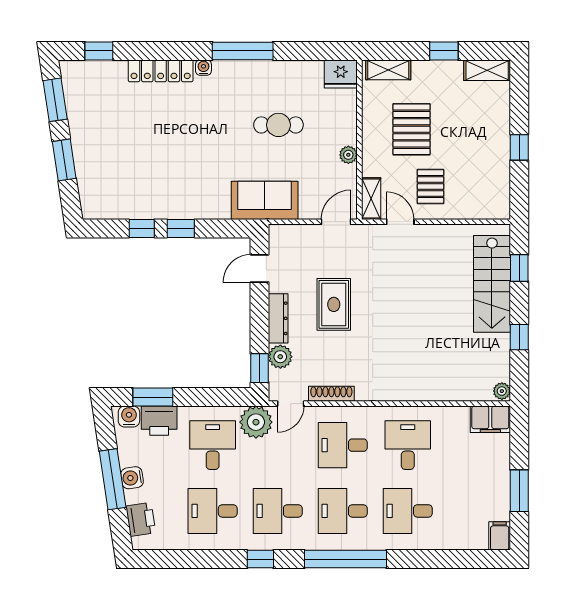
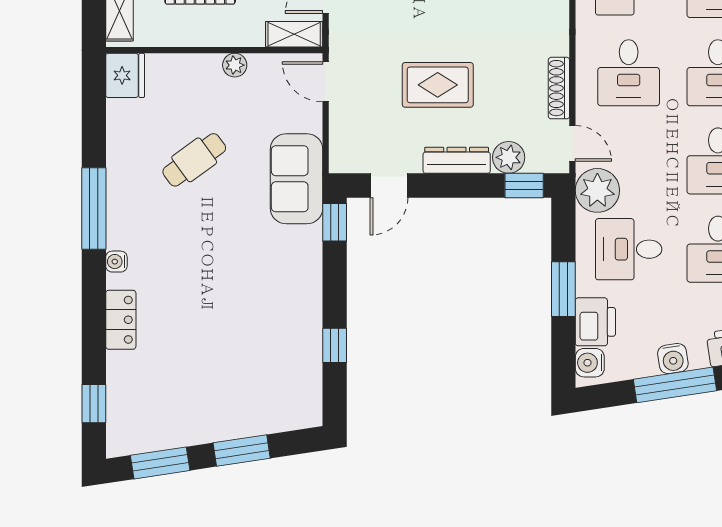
locker: (161, 71) -> (121, 320), width x0.66
cafe table: (278, 125) -> (194, 160), turned 54
window: (181, 228) -> (335, 222), moved
door: (260, 268) -> (389, 185), hinge flipped
window: (153, 397) -> (563, 289), moved

